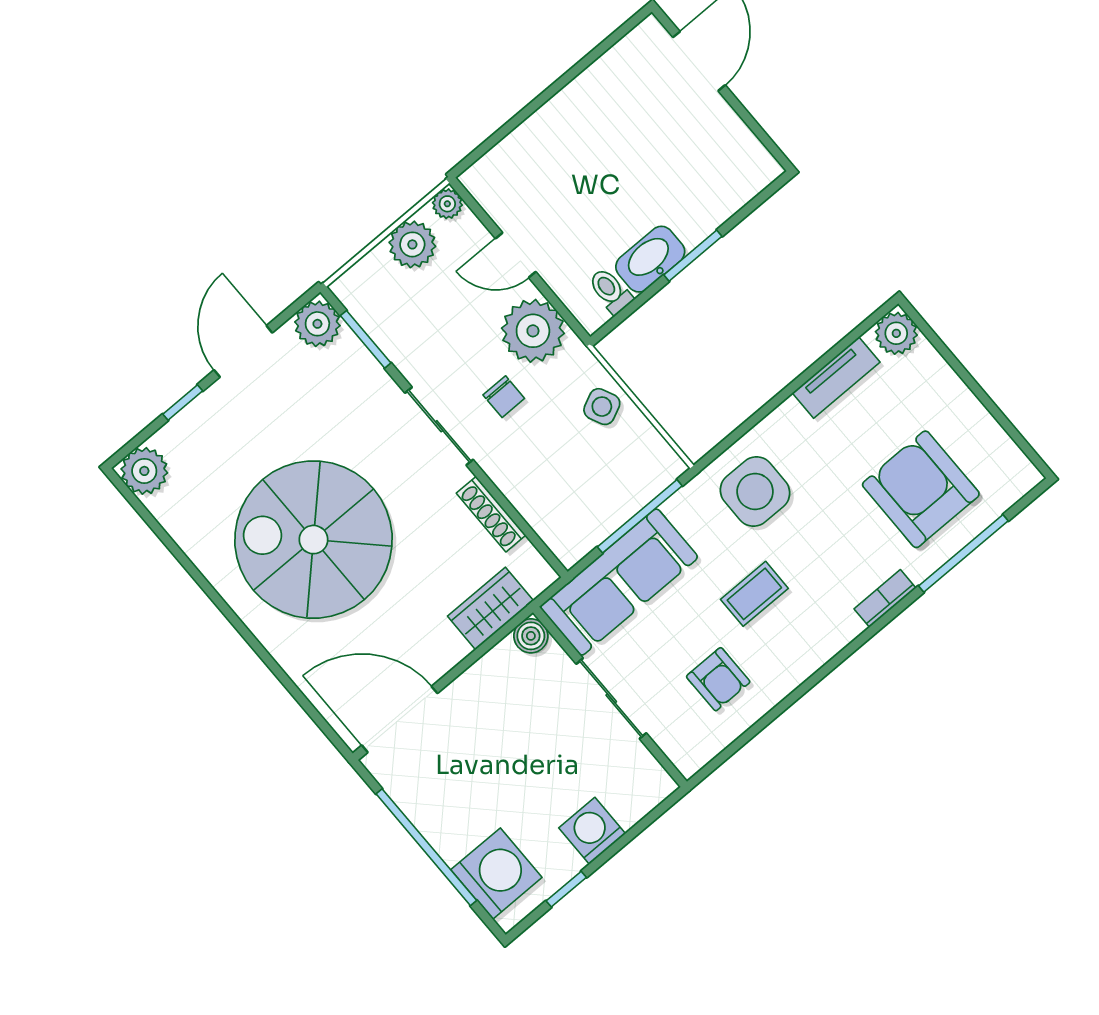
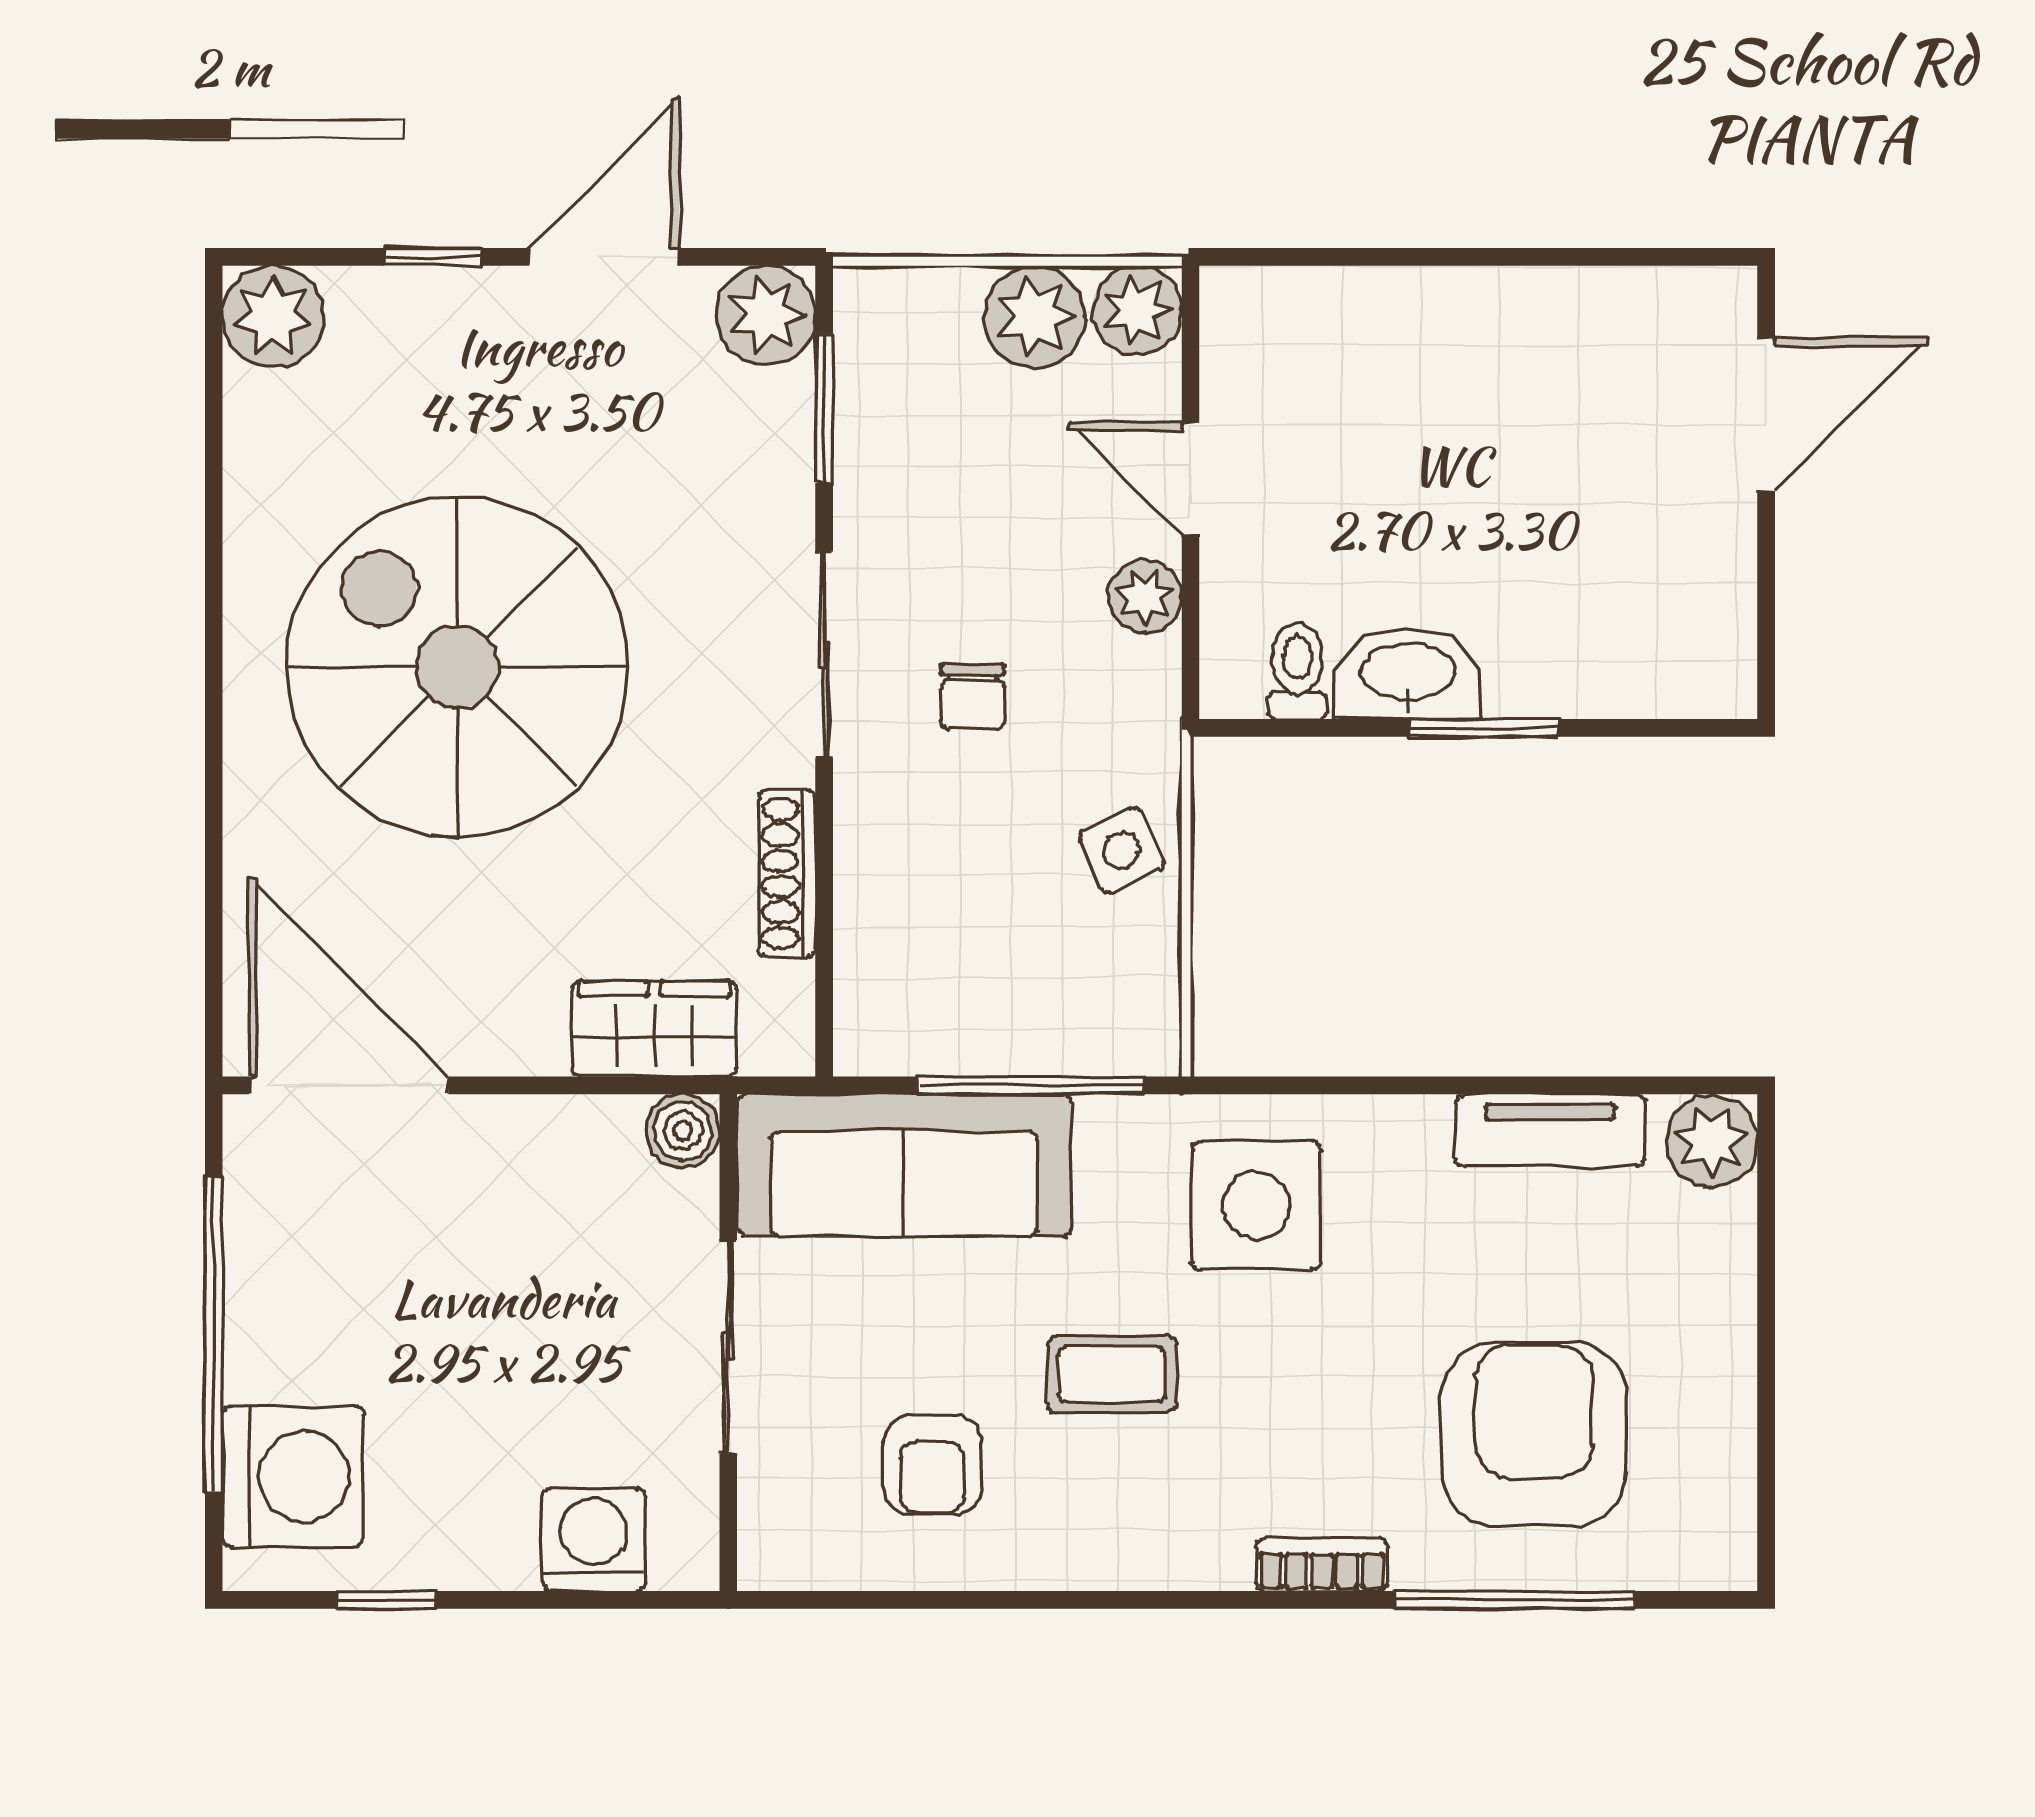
plant: (447, 204) -> (1137, 310), width x1.38, depth x1.38
plant: (533, 331) -> (1145, 596), width x0.53, depth x0.53
washing machine: (592, 831) -> (593, 1539), moved

